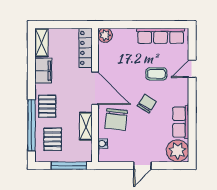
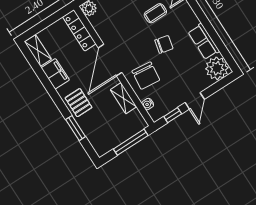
door: (95, 88) -> (110, 60), swing flipped
chair: (147, 104) -> (164, 44), turned 71
window: (31, 125) -> (76, 128), width x0.47
pallet: (53, 139) -> (102, 128), removed
window: (117, 166) -> (173, 115), added

